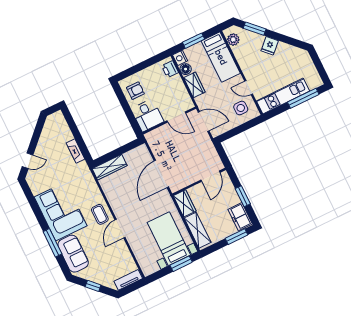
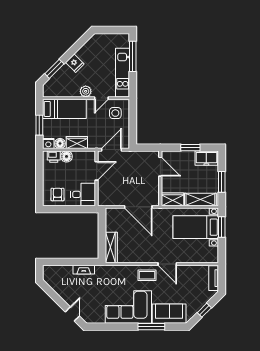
plant: (233, 40) -> (86, 91), moved
floor lamp: (176, 81) -> (67, 156), added
window: (237, 237) -> (222, 182), moved

